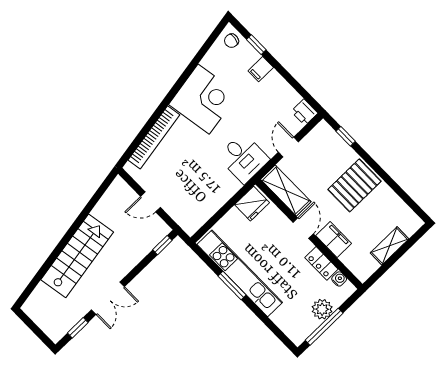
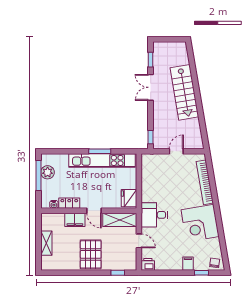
plant: (322, 309) -> (48, 172), moved

